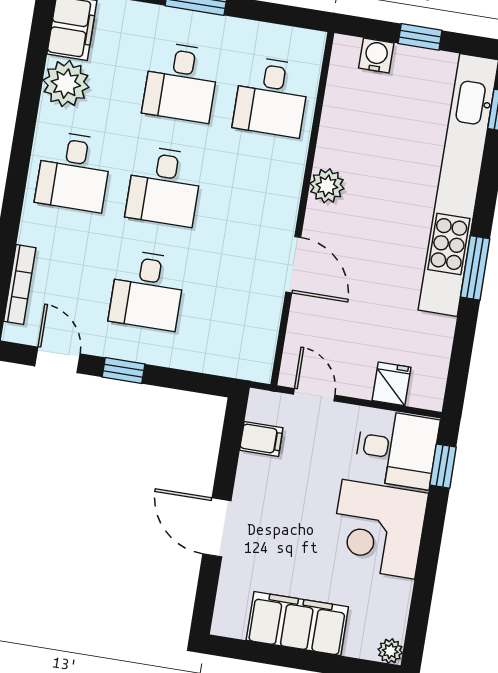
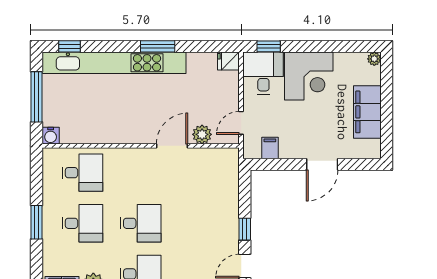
window: (420, 37) -> (37, 97), width x2.17
water cooler: (376, 55) -> (51, 136), moved, turned -90
plant: (327, 186) -> (202, 134), moved
desk: (147, 290) -> (199, 223), removed
fridge: (392, 384) -> (228, 61), moved

